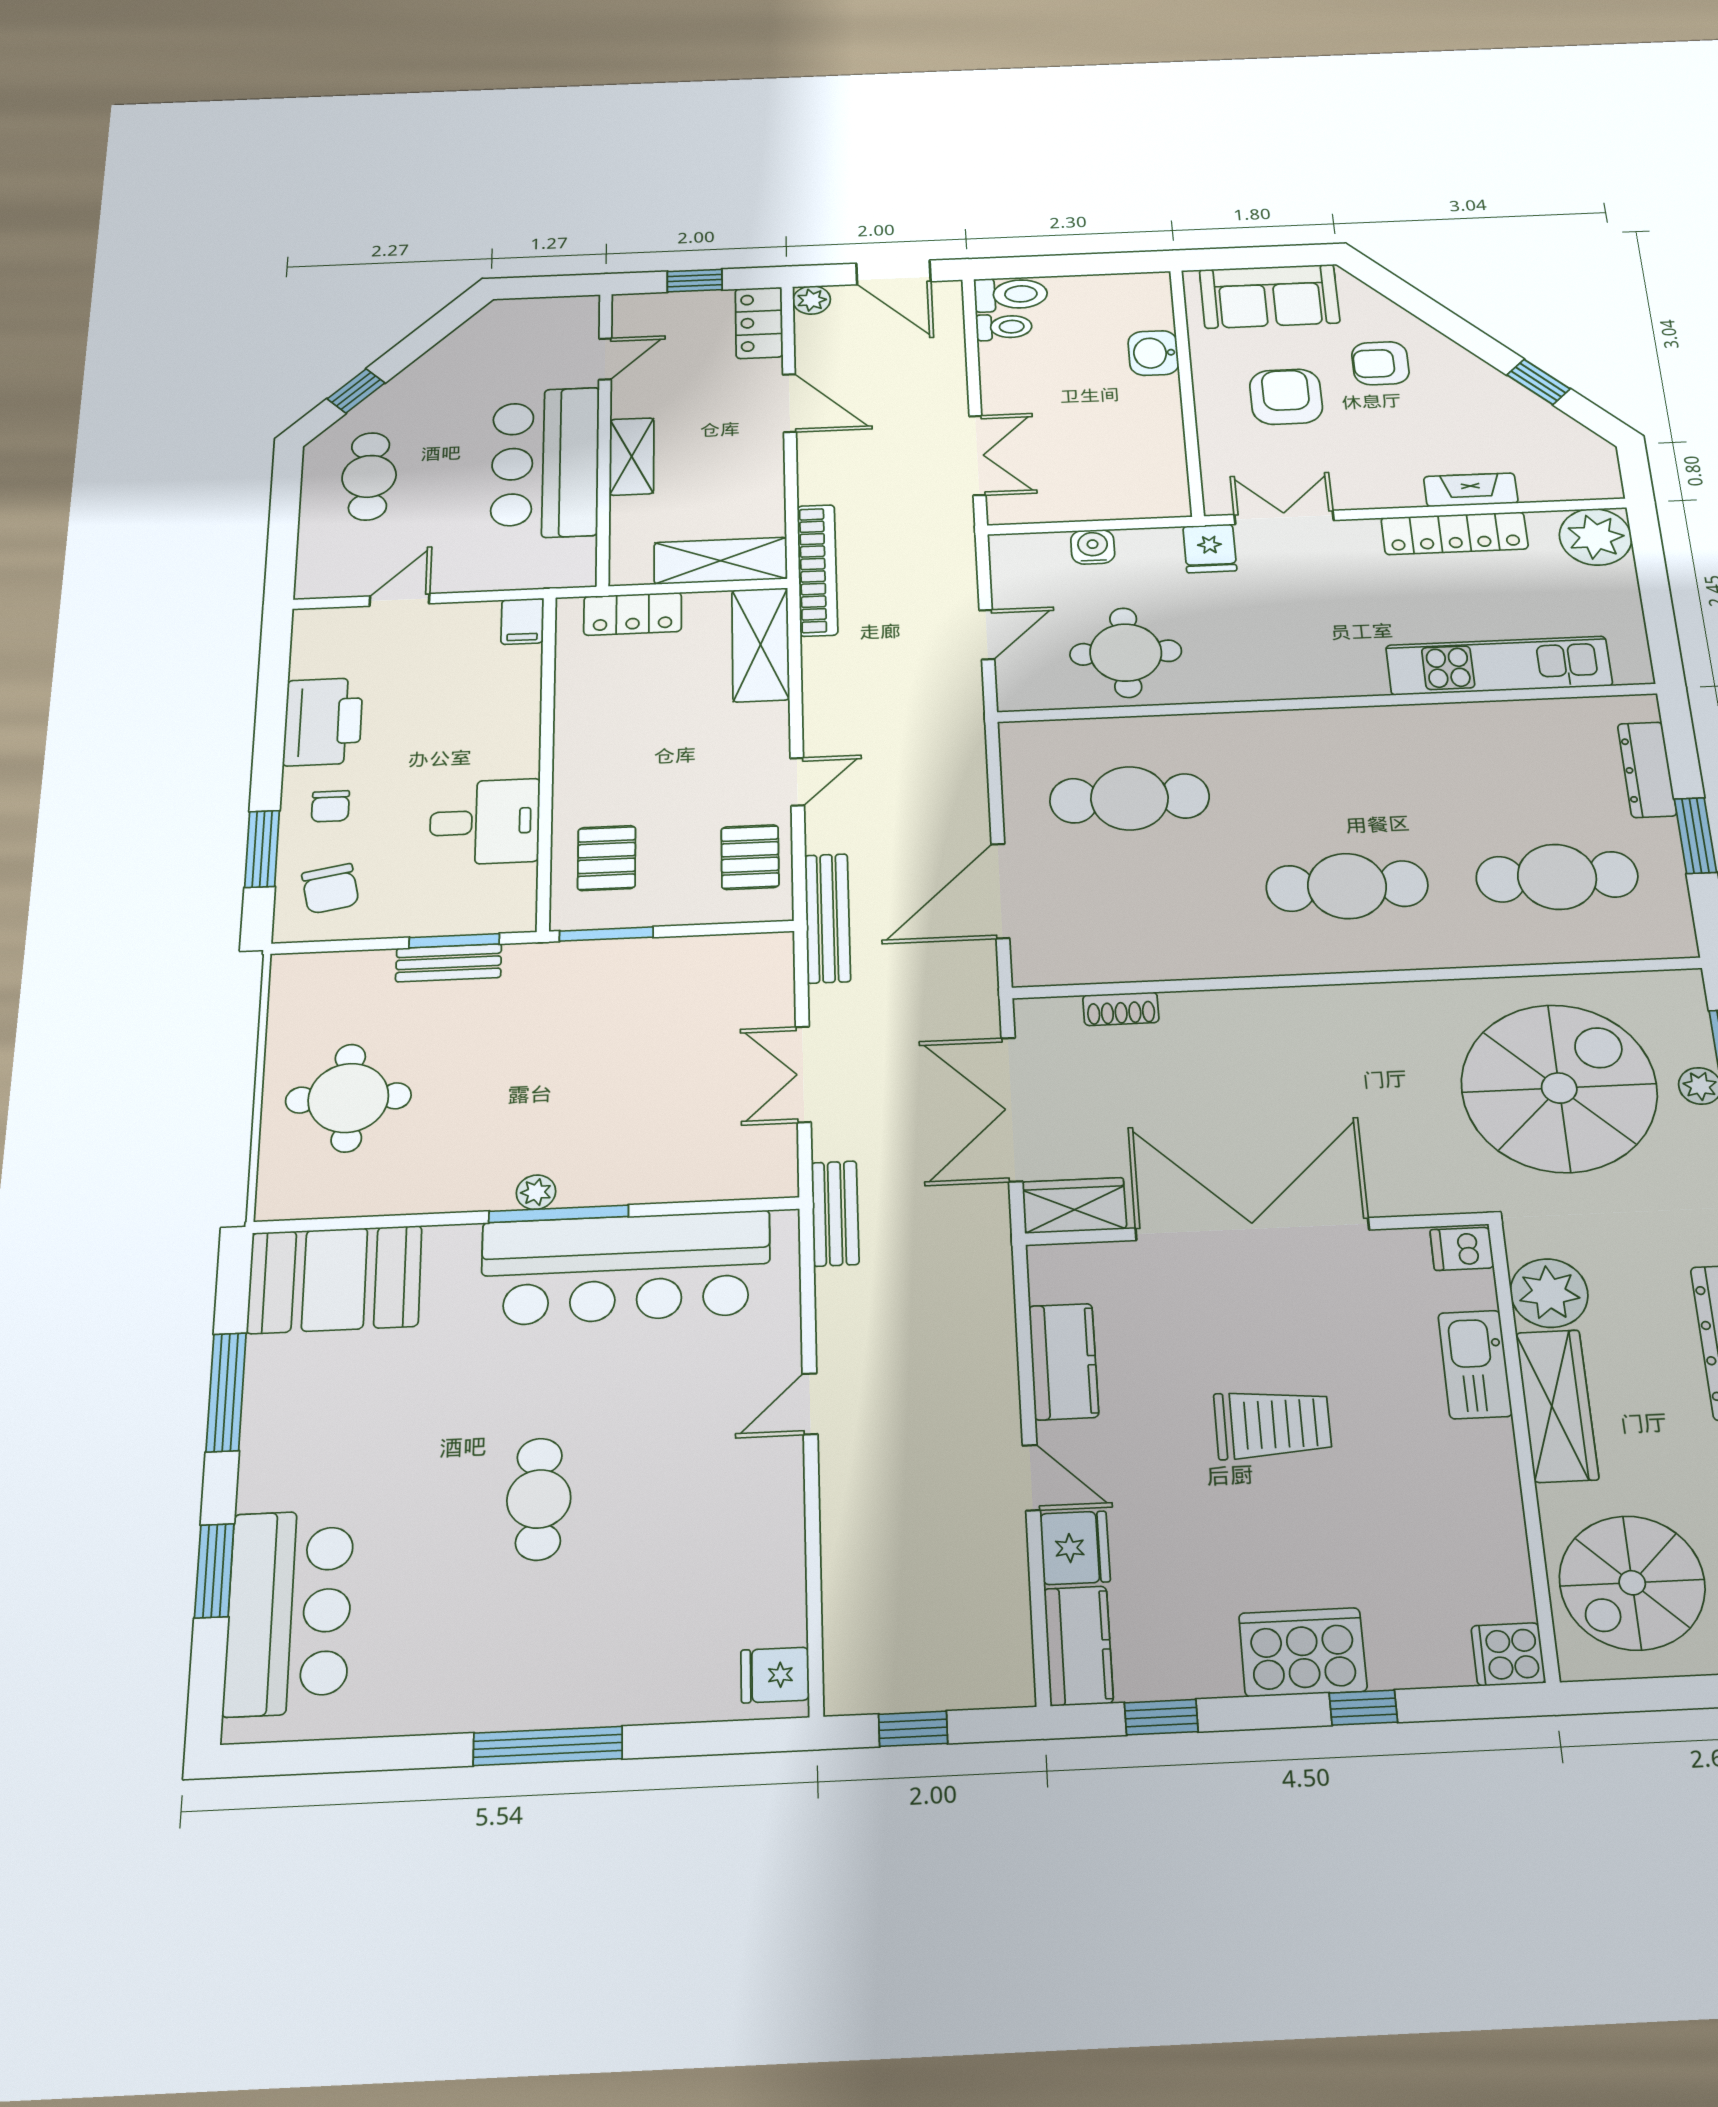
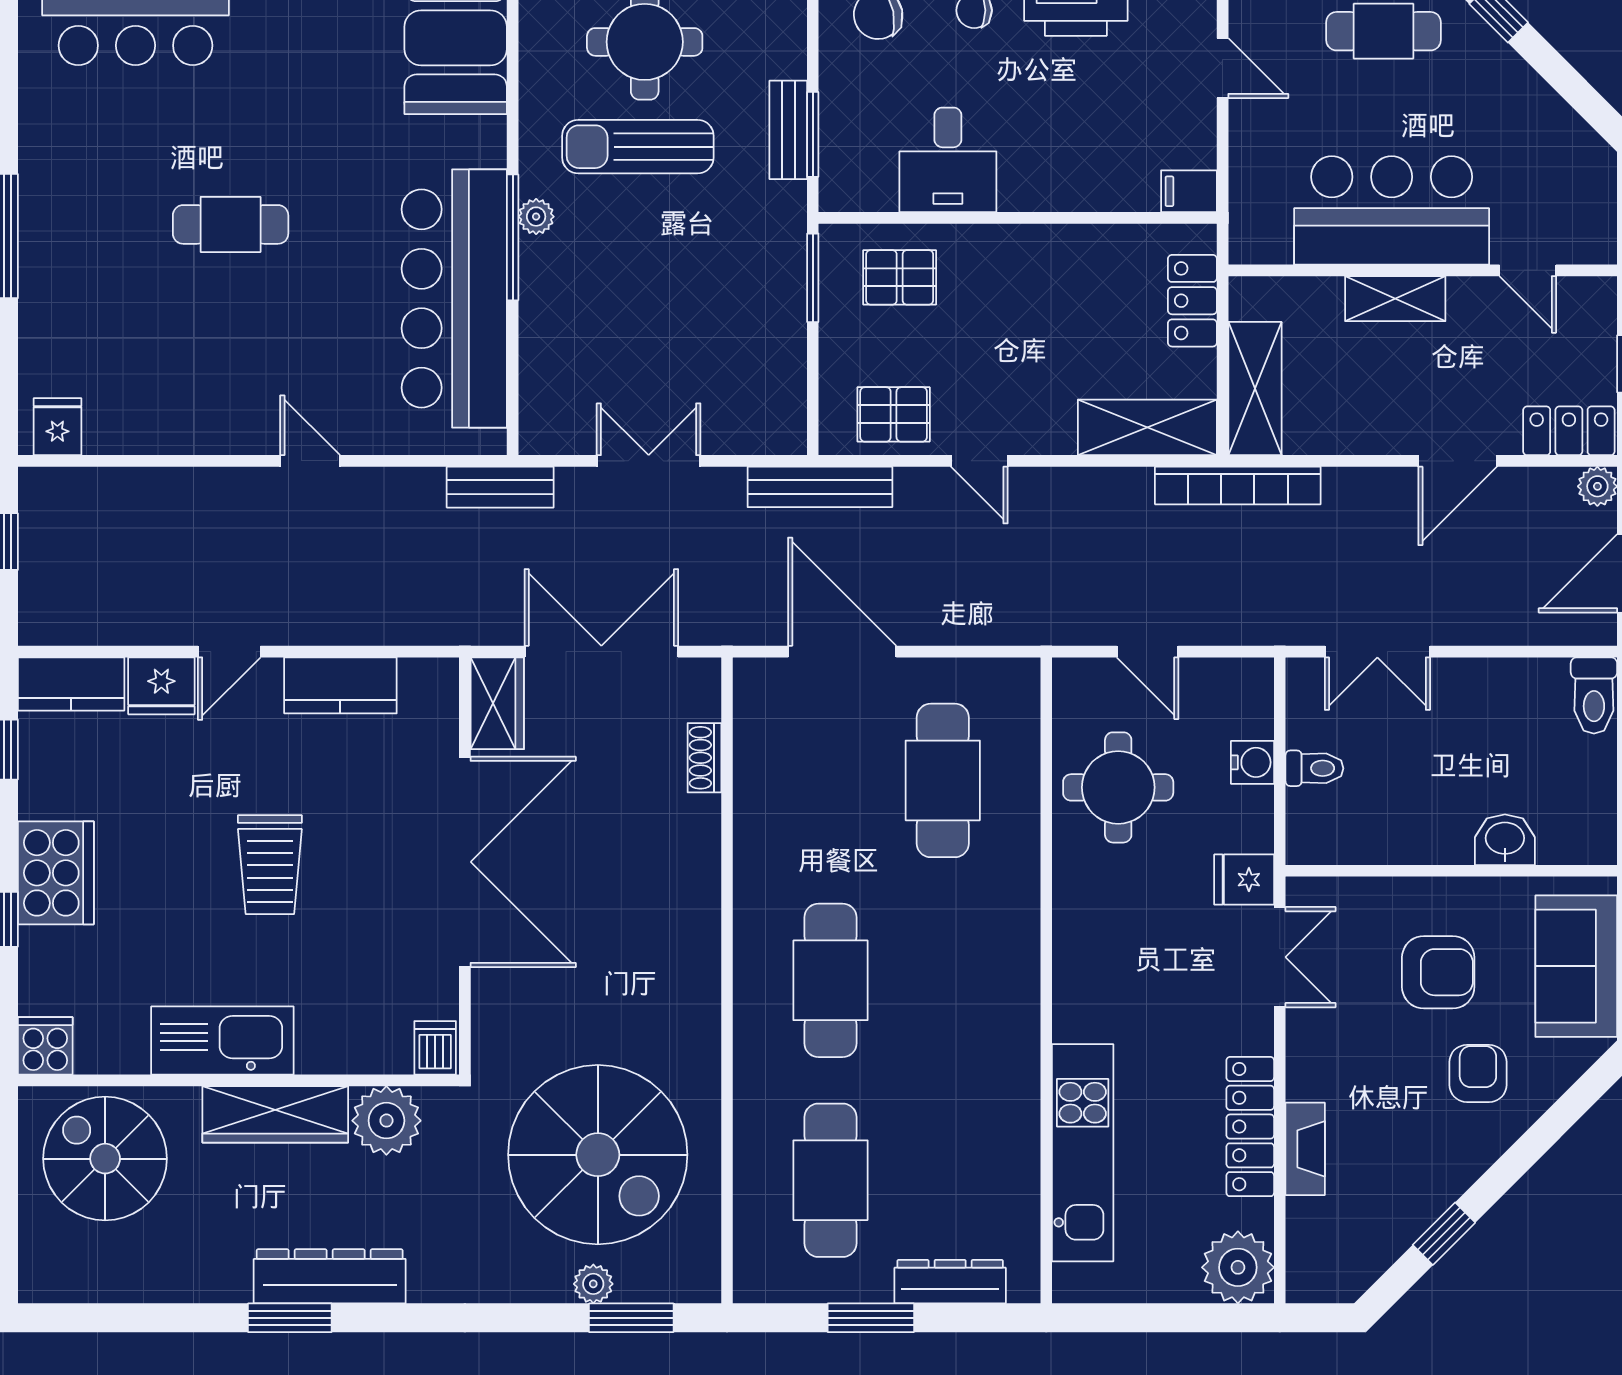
toilet: (1004, 327) -> (1314, 768), moved, turned -90
sun lounger: (462, 1099) -> (638, 147), added
kitchen sink: (1475, 1364) -> (222, 1041), moved, width x1.36, depth x1.24

